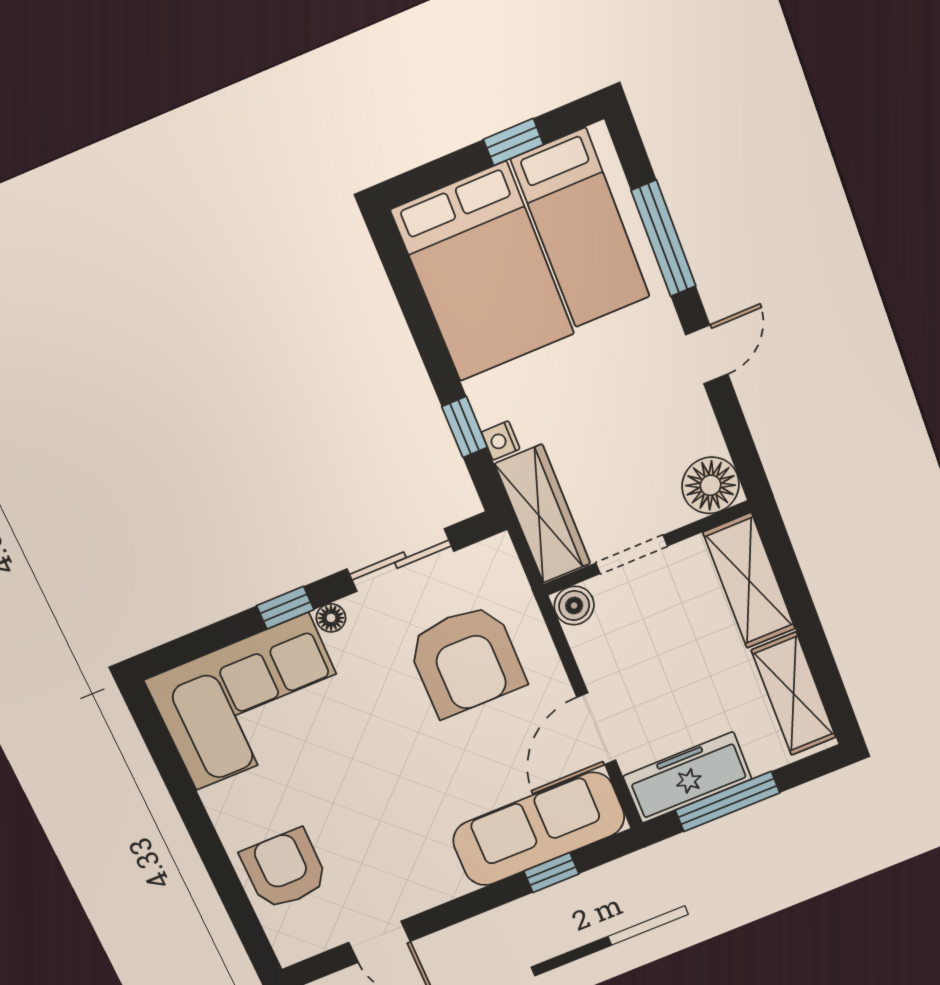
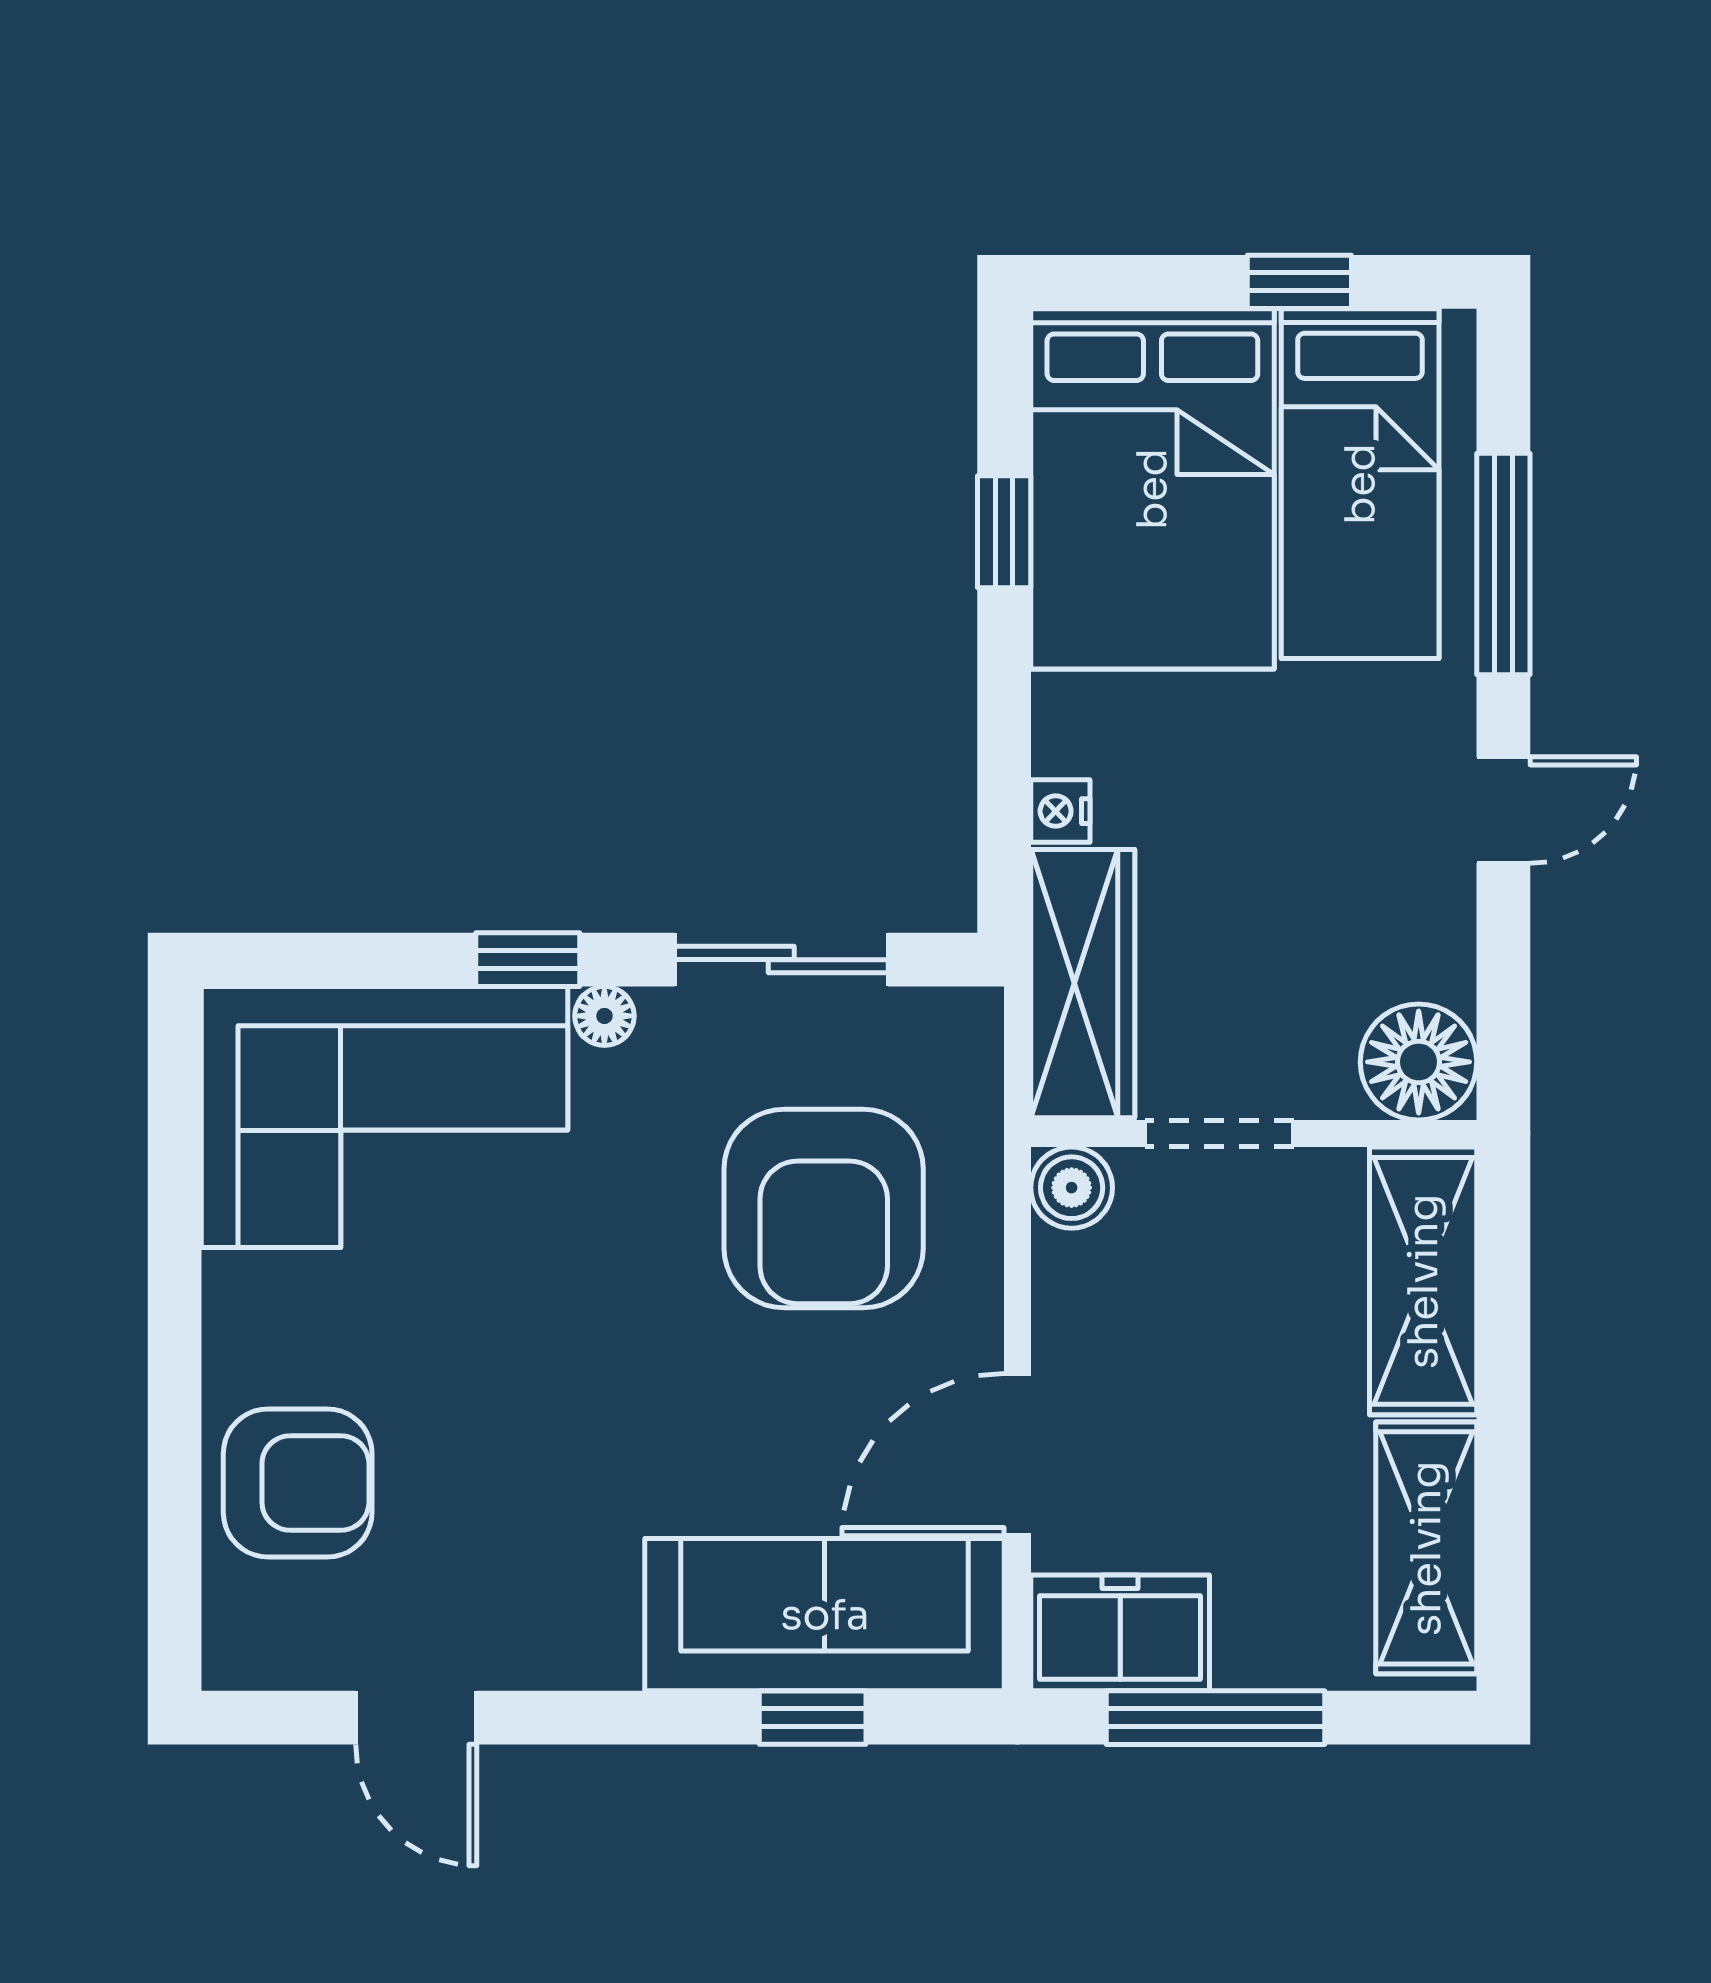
window: (465, 427) -> (1004, 532), moved
freezer: (687, 778) -> (1120, 1633), width x0.71
armchair: (284, 869) -> (298, 1483), turned 90

